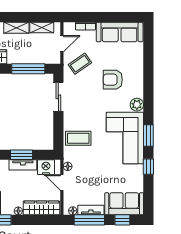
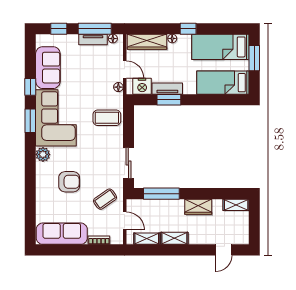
door: (62, 44) -> (125, 221), swing flipped
sofa: (124, 204) -> (48, 68), moved, turned -90

